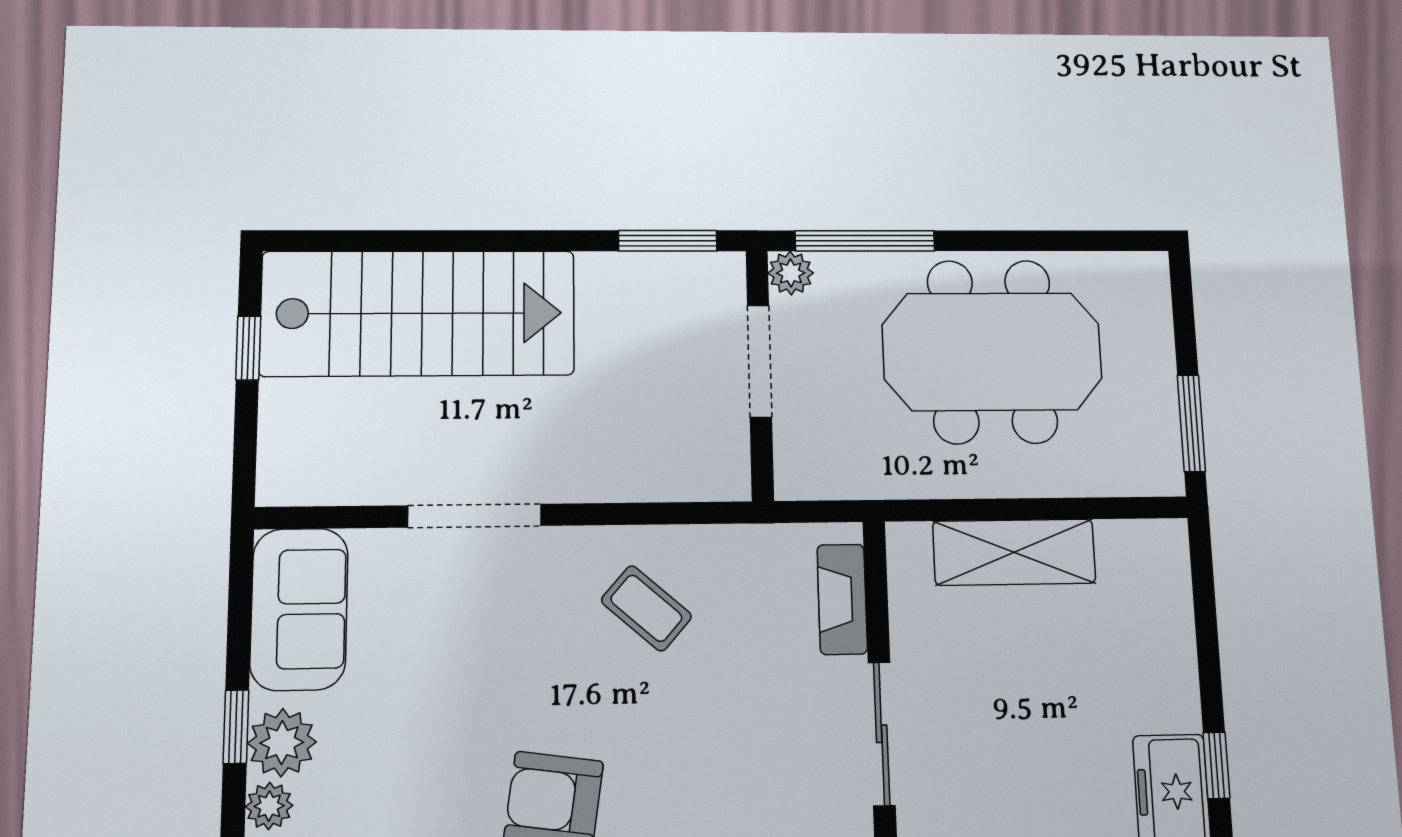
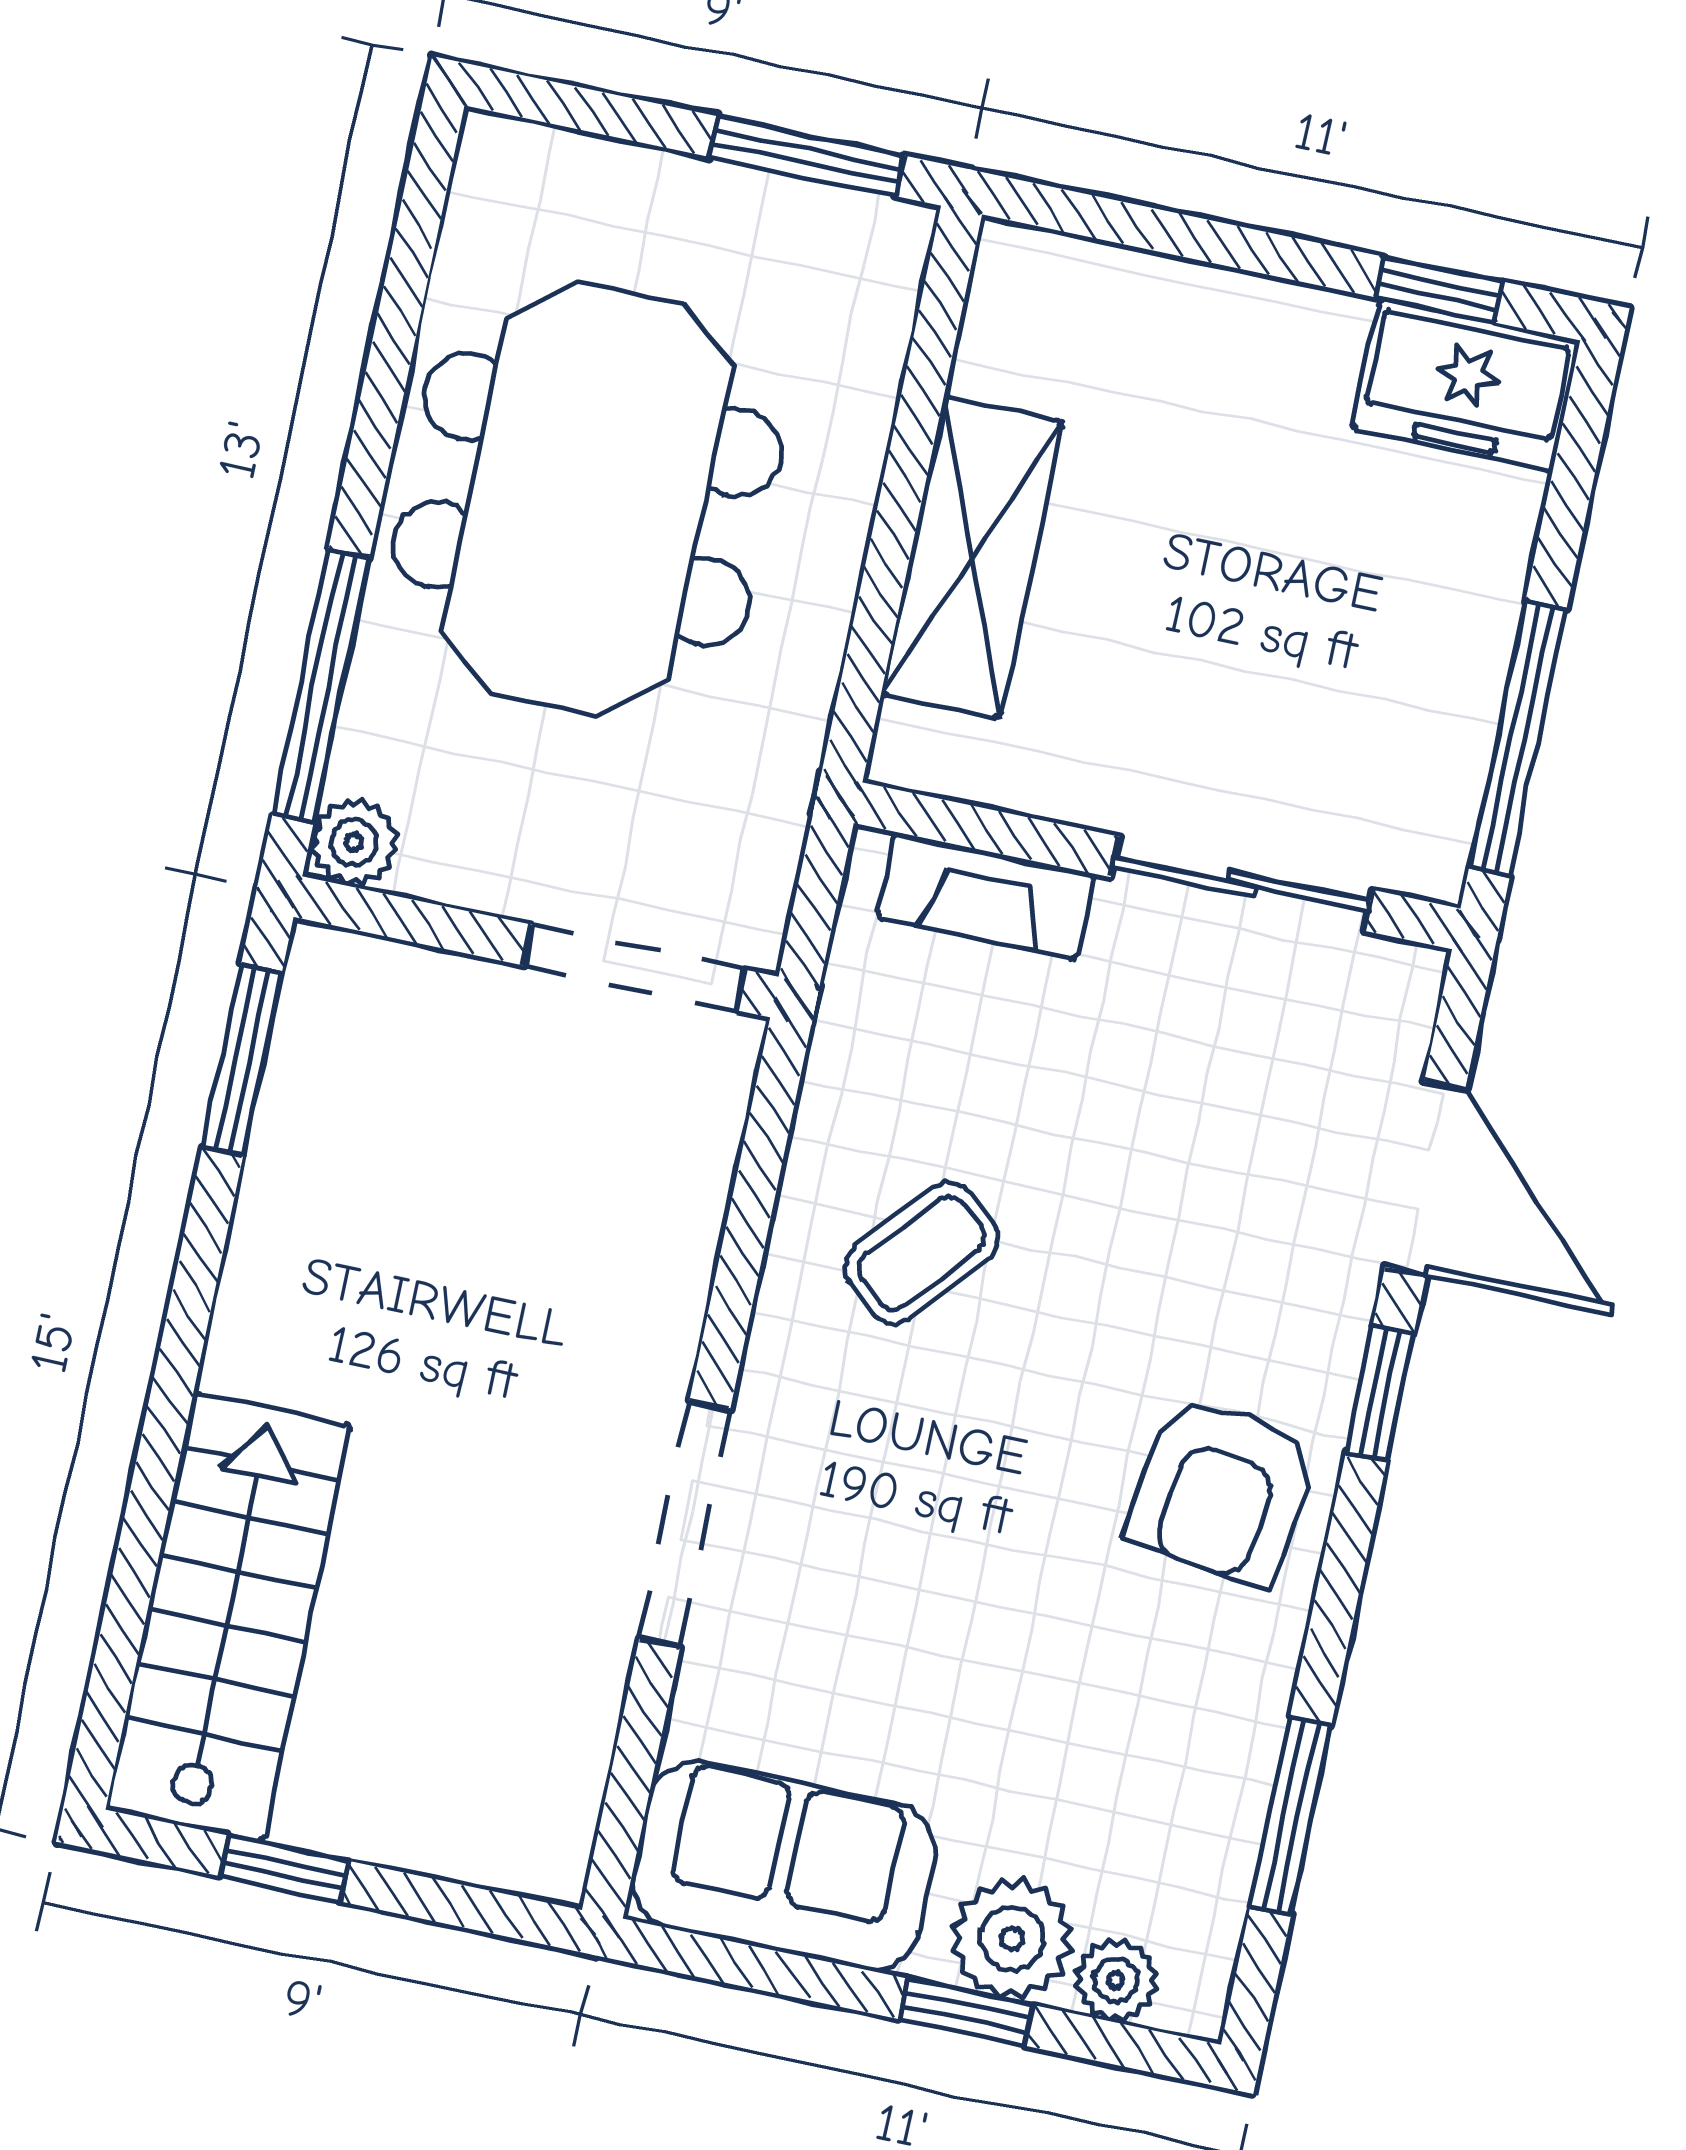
stairs: (418, 313) -> (228, 1617), width x0.73, depth x0.66
doorway: (759, 361) -> (634, 968), moved

